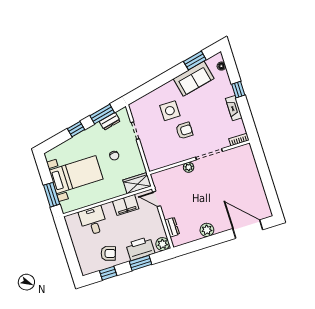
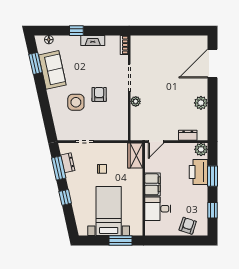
filing cabinet: (126, 205) -> (153, 184), moved
armchair: (108, 253) -> (188, 226), moved

